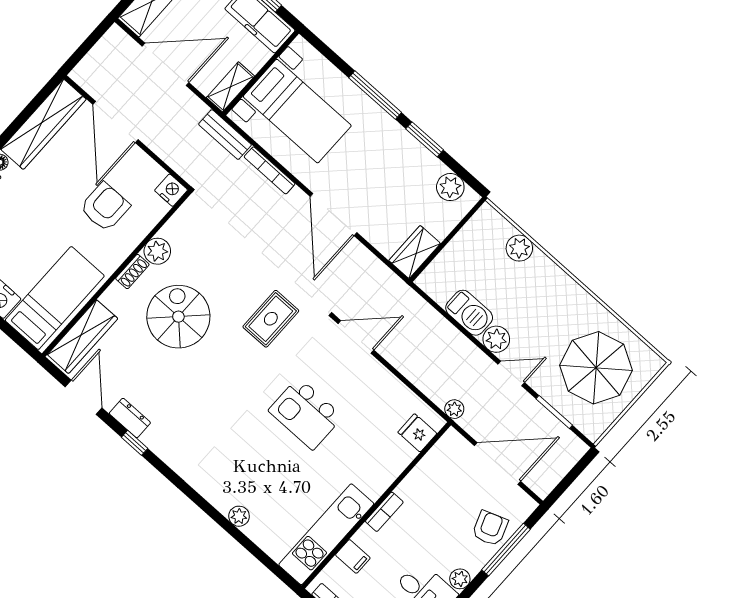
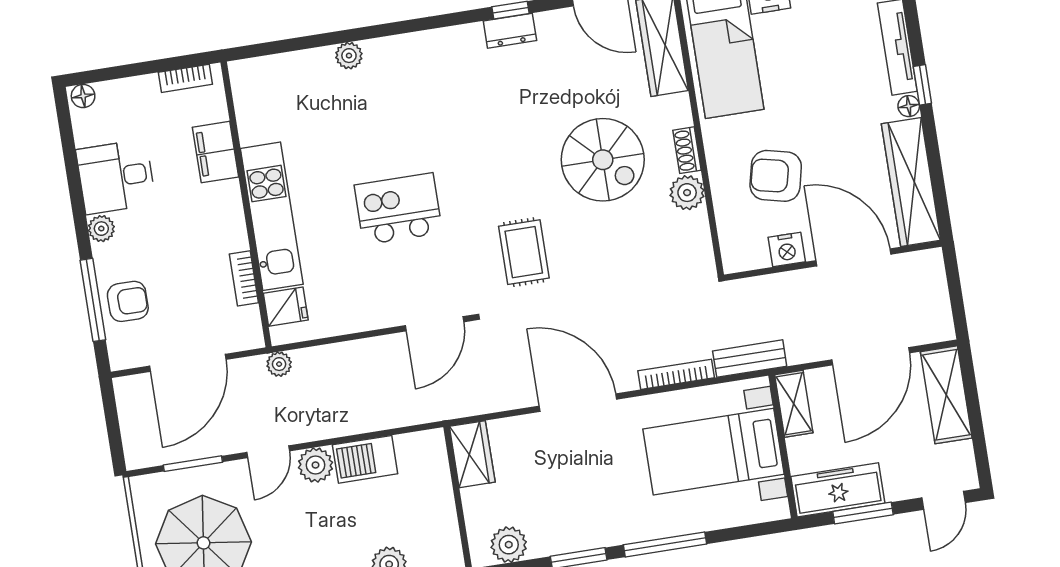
nightstand: (171, 190) -> (787, 250), moved
armchair: (105, 207) -> (776, 176), turned 103
dresser: (130, 418) -> (510, 31), moved
bookcase: (384, 512) -> (244, 278), moved
armchair: (490, 528) -> (128, 301), turned -70
kitchen unit: (326, 534) -> (272, 216), moved
filing cabinet: (353, 556) -> (216, 152), width x2.00

